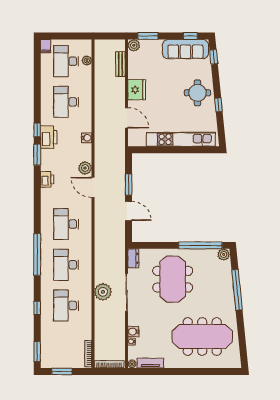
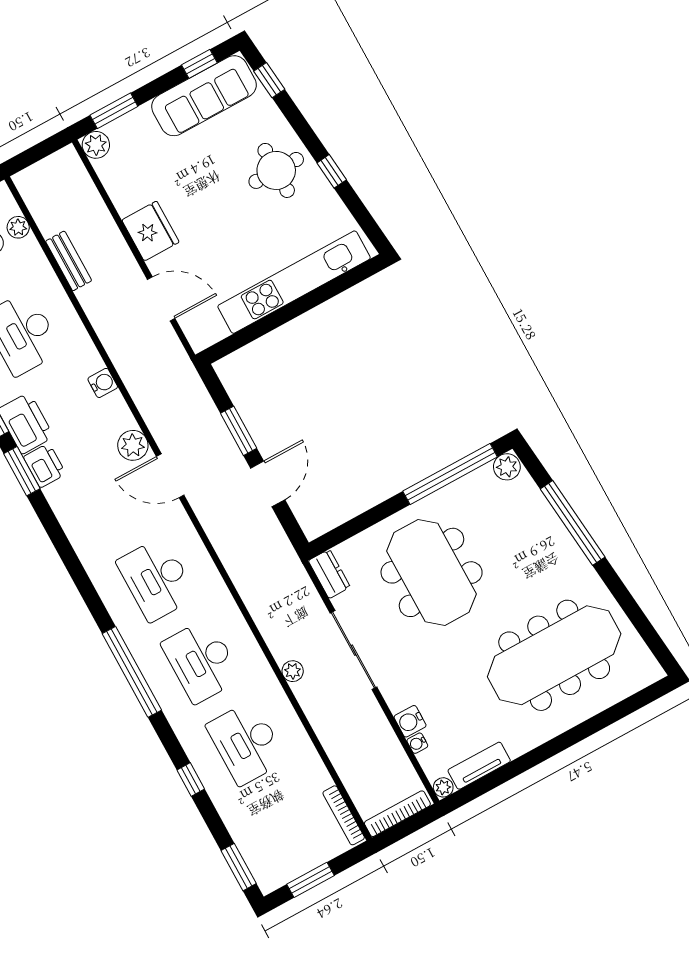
bench: (120, 64) -> (69, 261), moved
printer: (47, 179) -> (45, 465), moved
door: (129, 211) -> (268, 484), hinge flipped
plant: (103, 292) -> (293, 671), width x0.53, depth x0.53

